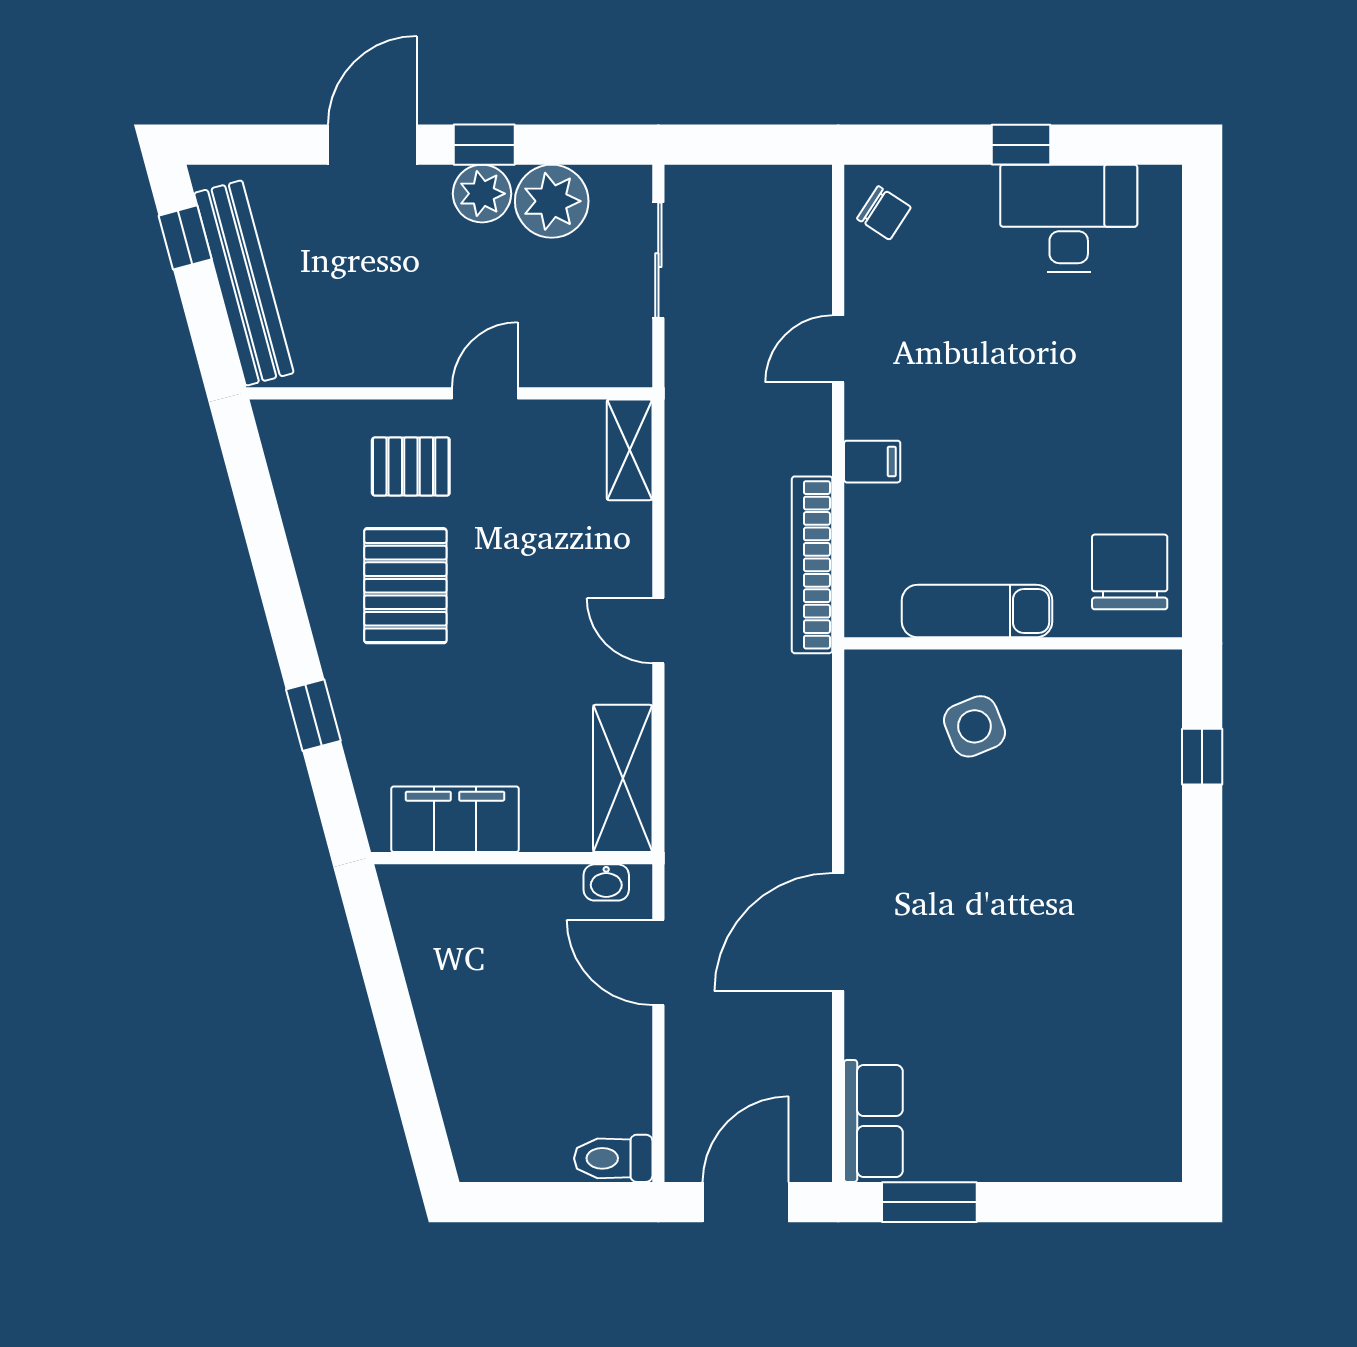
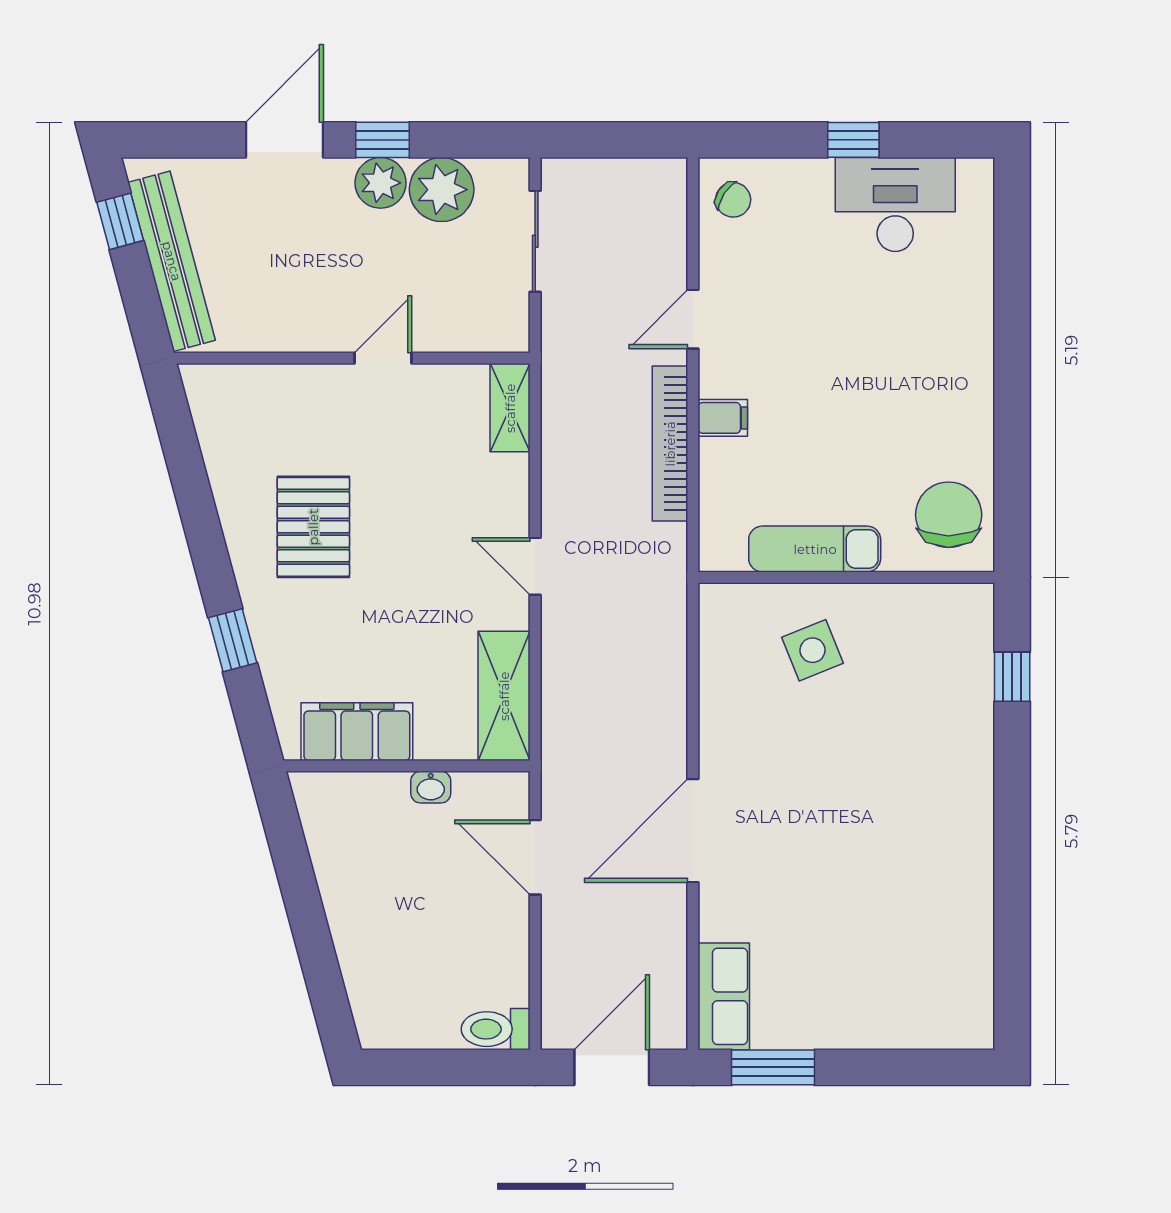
pallet: (411, 466) -> (318, 422), removed
bookcase: (812, 565) -> (670, 444), moved
washbasin: (606, 882) -> (431, 787), moved

